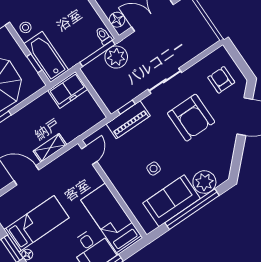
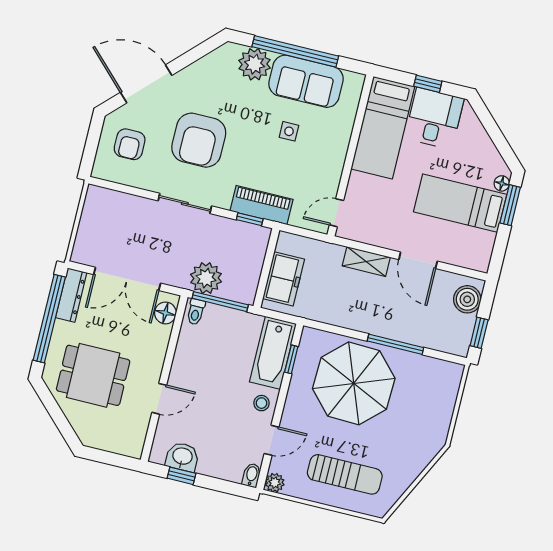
freezer: (68, 90) -> (284, 279), moved, turned 90
armchair: (191, 118) -> (199, 140), turned 180

